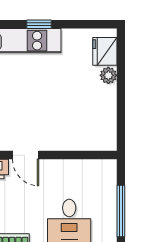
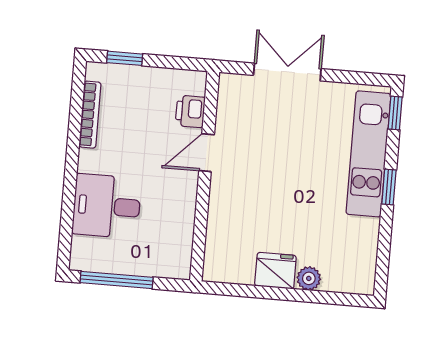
fridge: (105, 51) -> (275, 271), moved

